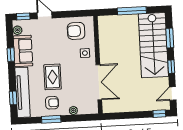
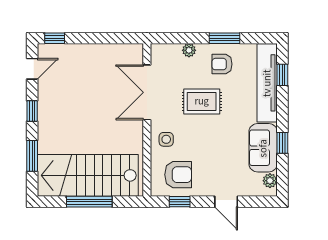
window: (23, 16) -> (180, 202), moved
stairs: (153, 45) -> (88, 175), moved, turned -90
rug: (53, 77) -> (202, 101), moved, turned 90

